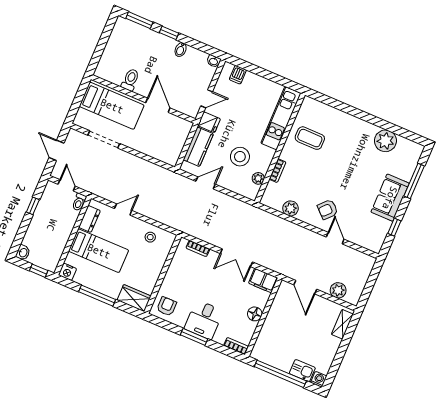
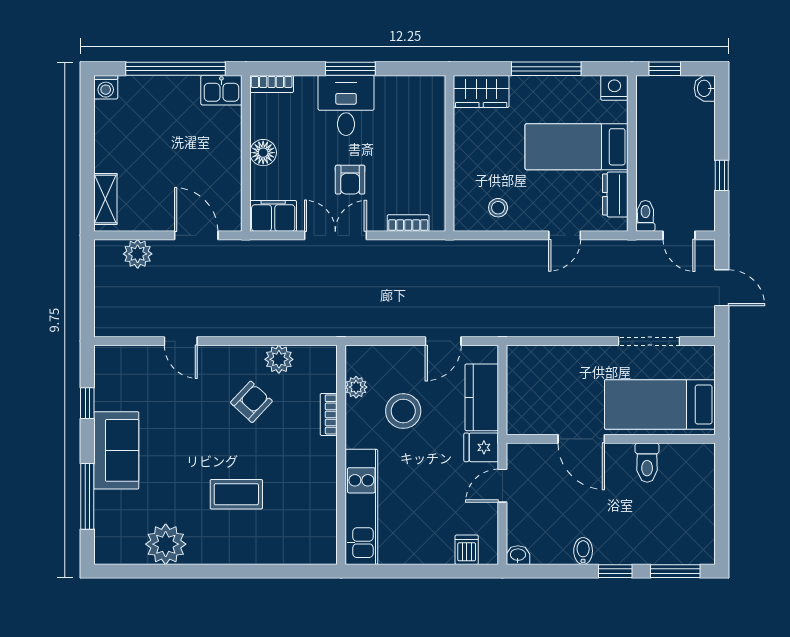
coffee table: (310, 138) -> (236, 494), moved
armchair: (328, 209) -> (251, 402), moved
armchair: (167, 306) -> (350, 180), moved
kitchen sink: (302, 371) -> (221, 90), moved

